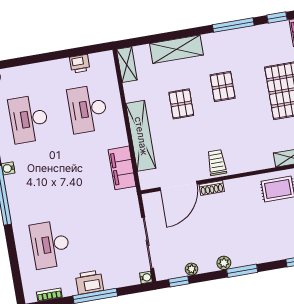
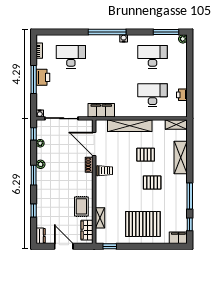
filing cabinet: (122, 168) -> (101, 110), moved

